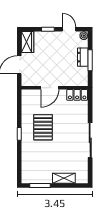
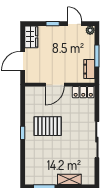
dresser: (83, 57) -> (89, 69), moved
pallet: (43, 127) -> (48, 126), turned 90

